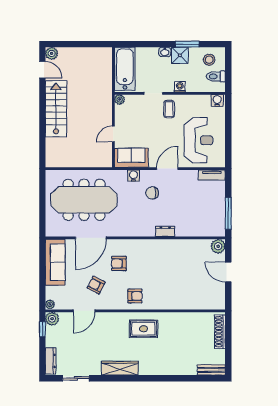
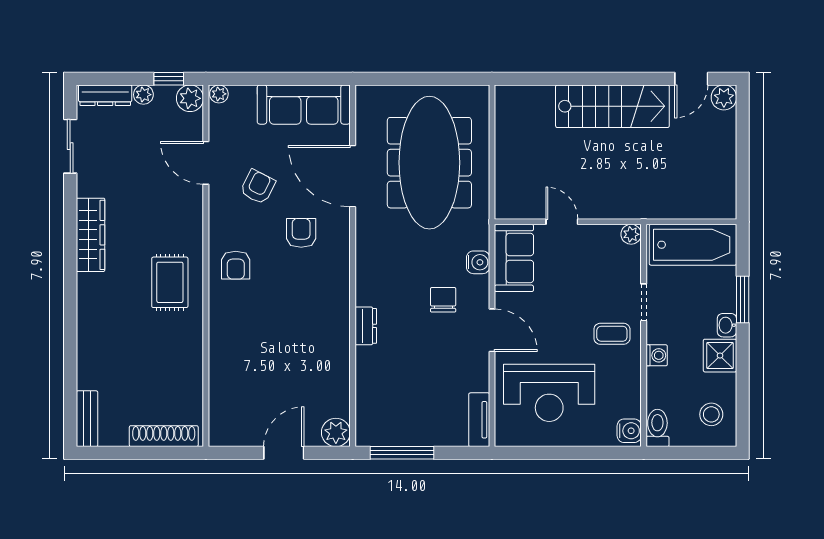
window: (187, 44) -> (743, 300), moved
toilet: (216, 76) -> (657, 428), moved
plant: (50, 342) -> (143, 95), added

